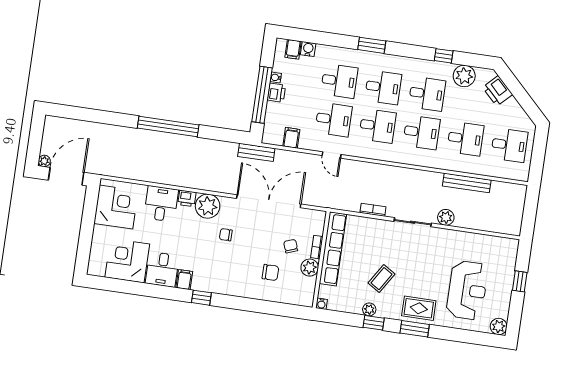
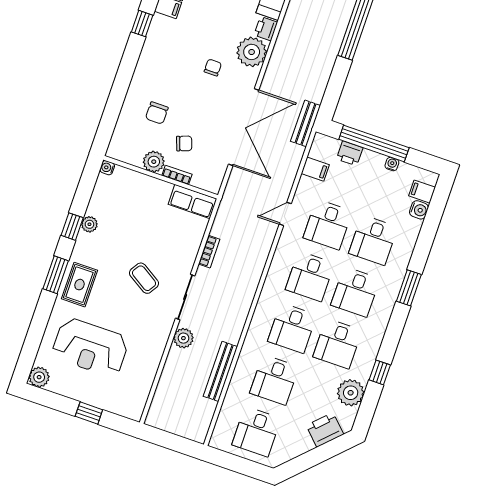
printer: (277, 93) -> (350, 153), moved
row of seats: (333, 249) -> (193, 201), width x0.50
coffee table: (381, 279) -> (144, 278), moved

